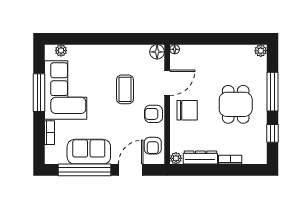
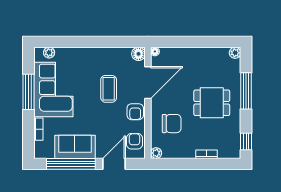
door: (167, 83) -> (148, 83), width x1.36
dining table: (236, 104) -> (212, 103), turned 90
chair: (187, 110) -> (172, 124), moved
armchair: (154, 114) -> (135, 112), turned -90
window: (272, 133) -> (246, 141), moved
armchair: (153, 146) -> (134, 141), turned 180
dresser: (200, 158) -> (179, 152), removed

